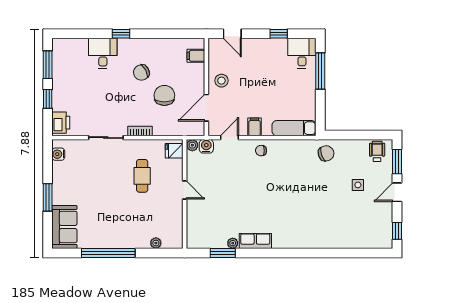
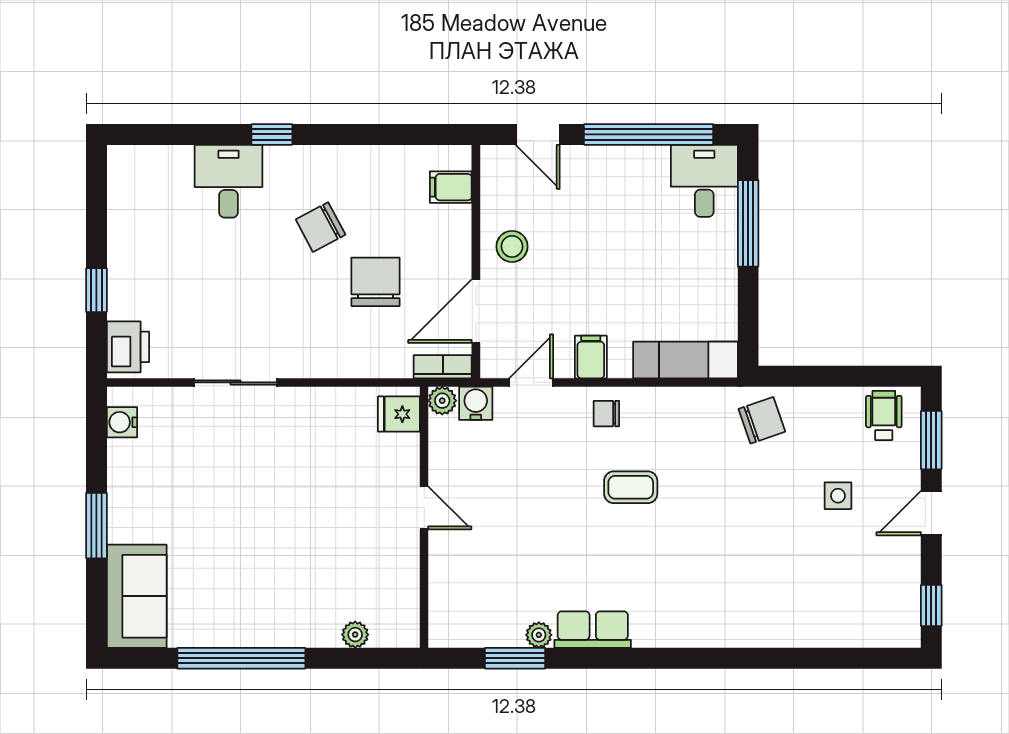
window: (279, 34) -> (649, 134), width x3.17
window: (48, 65) -> (96, 208), removed
bookcase: (140, 131) -> (443, 367), moved
cafe table: (142, 176) -> (322, 474), removed
coffee table: (271, 181) -> (631, 487), added

